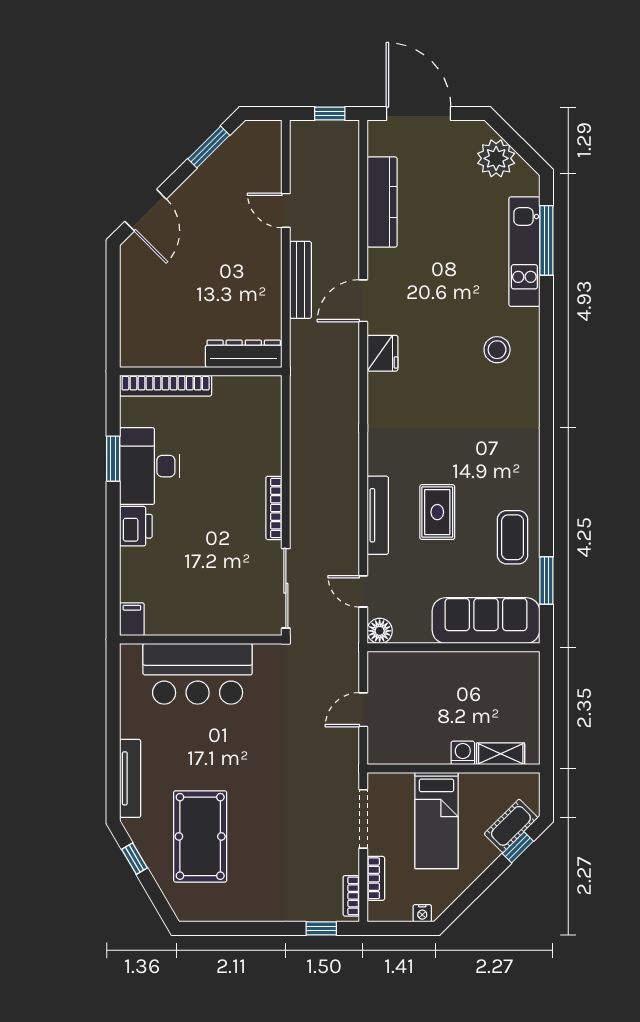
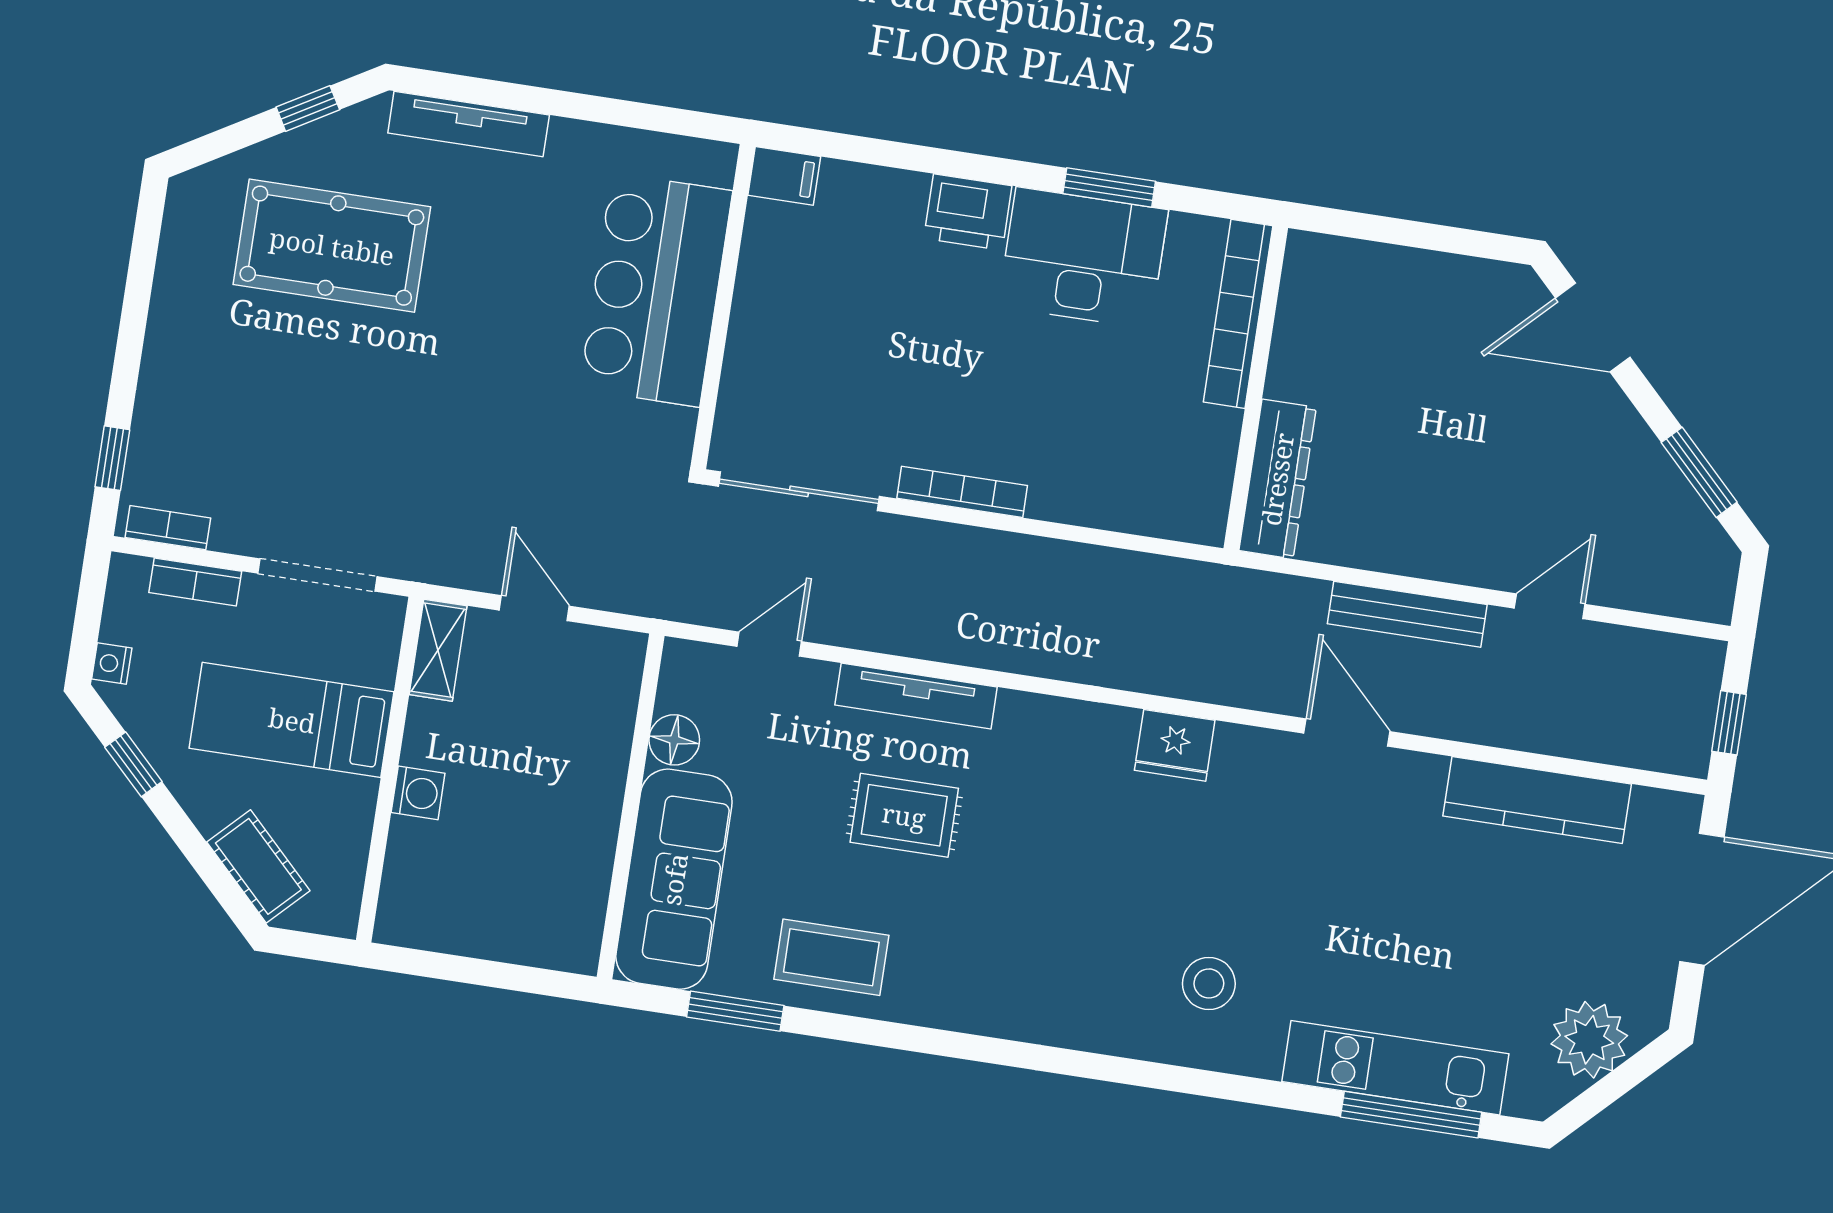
fridge: (382, 353) -> (1175, 745), moved
floor lamp: (380, 631) -> (674, 740), moved
shelving: (501, 754) -> (438, 650), moved
window: (518, 847) -> (133, 764), moved

